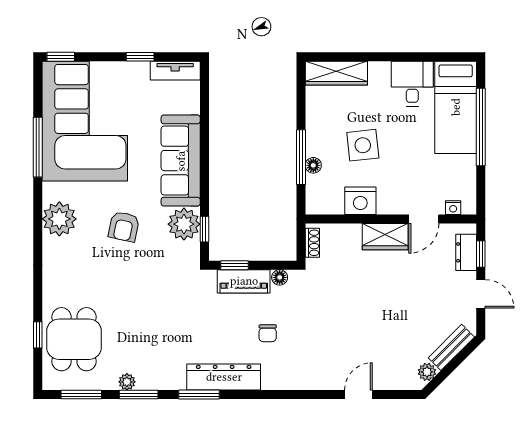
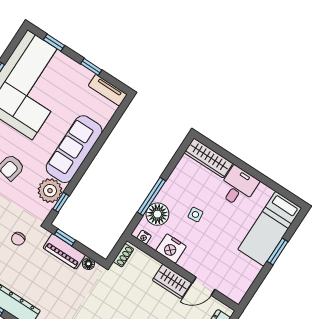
window: (61, 57) -> (54, 43), moved
desk: (412, 84) -> (238, 187), moved
window: (481, 127) -> (278, 252), width x0.47
side table: (363, 145) -> (195, 214), width x0.54, depth x0.54
floor lamp: (313, 165) -> (157, 214), width x1.89, depth x1.89
nightstand: (453, 208) -> (144, 237), moved
chair: (268, 333) -> (18, 239), moved

